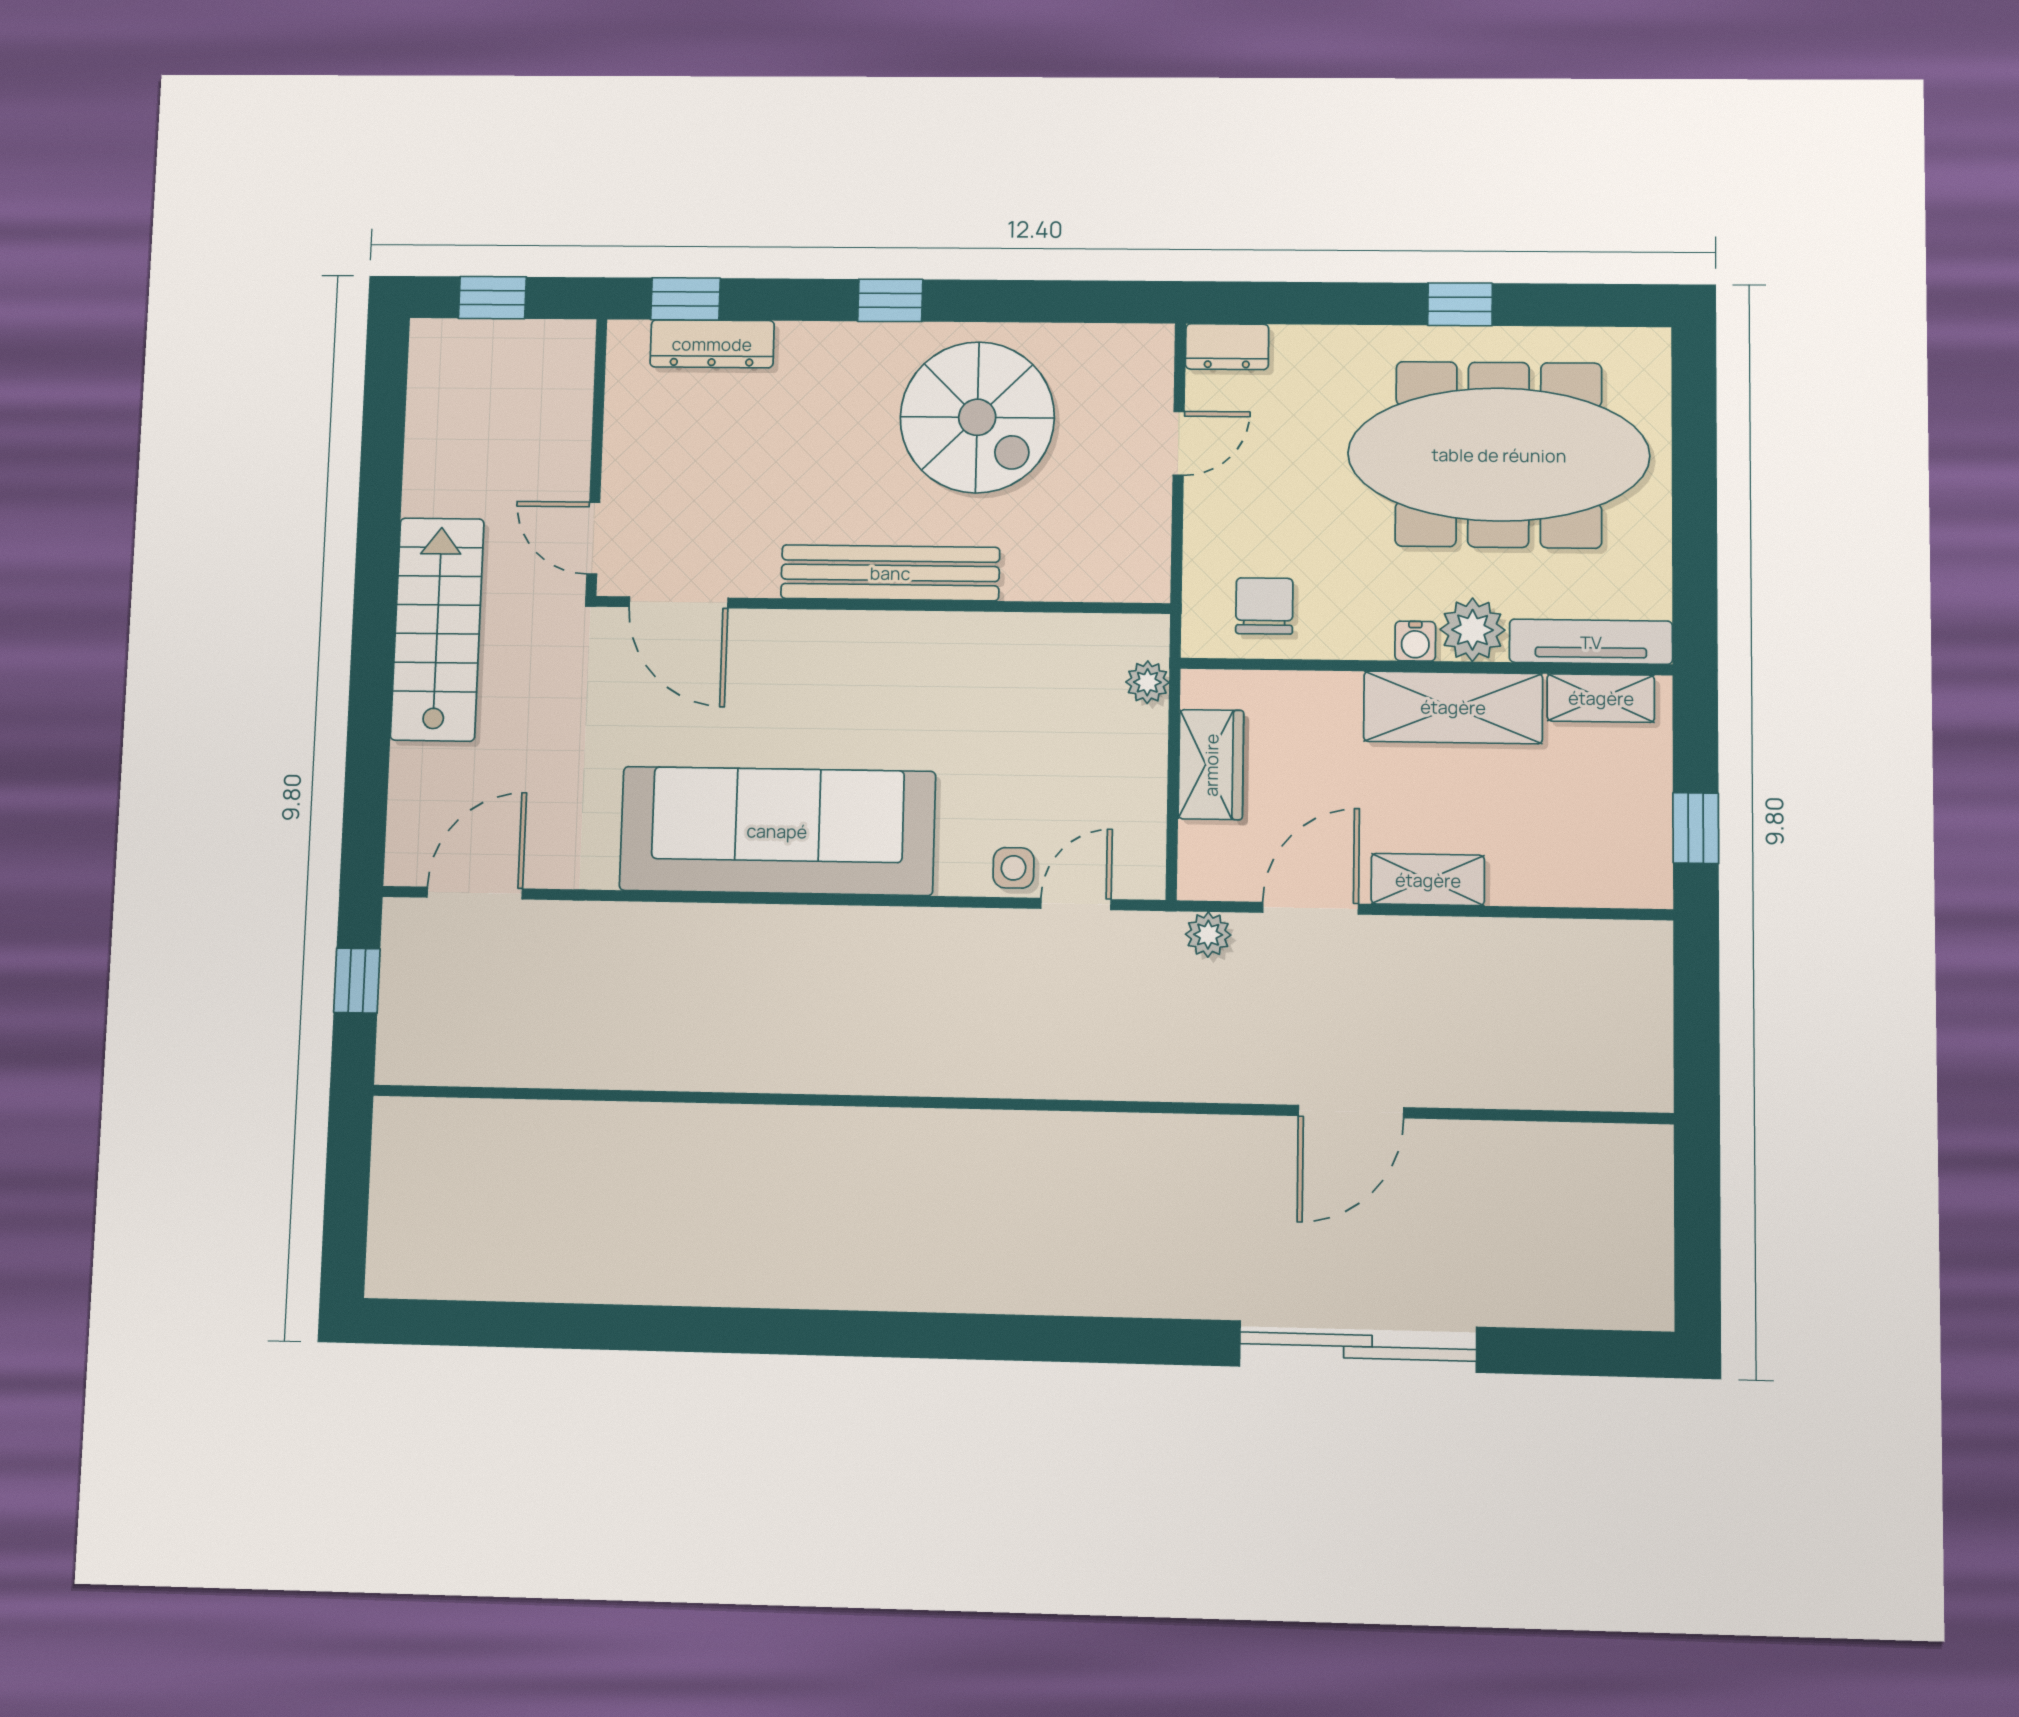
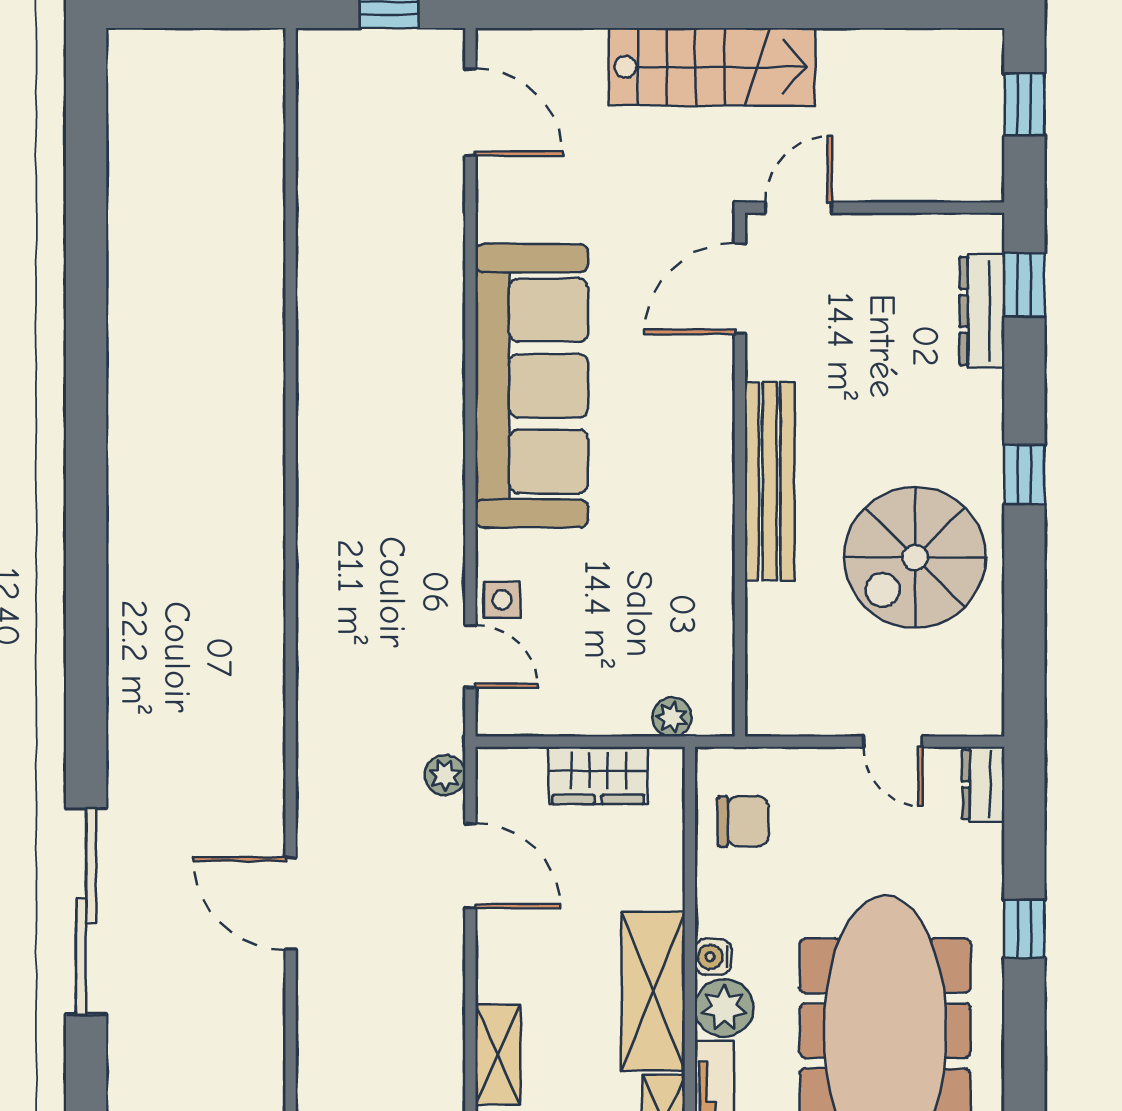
window: (1460, 304) -> (1024, 929), moved
shelving: (1428, 880) -> (498, 1055), moved

